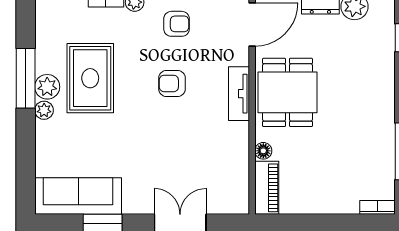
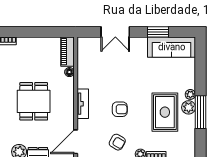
armchair: (177, 24) -> (117, 142), turned -150
dining table: (287, 92) -> (34, 101), moved

